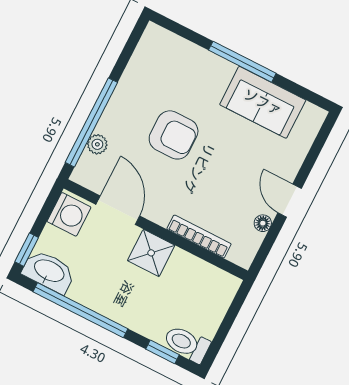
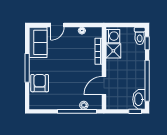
sofa: (263, 102) -> (38, 42), moved
armchair: (174, 135) -> (40, 83), moved
door: (290, 201) -> (57, 25), moved
washing machine: (69, 214) -> (113, 36), moved, turned 90
shower: (151, 253) -> (113, 51), moved

